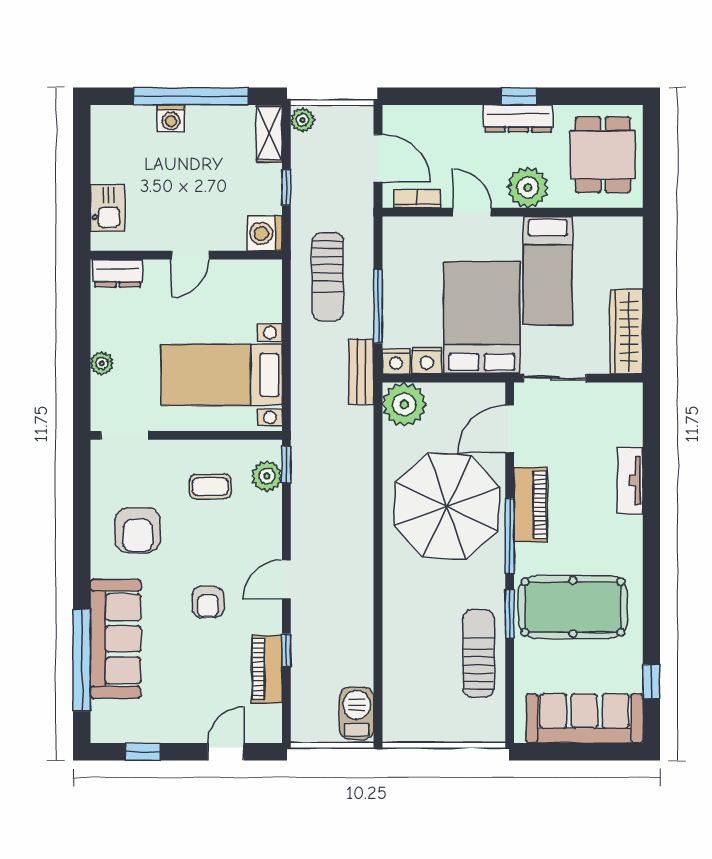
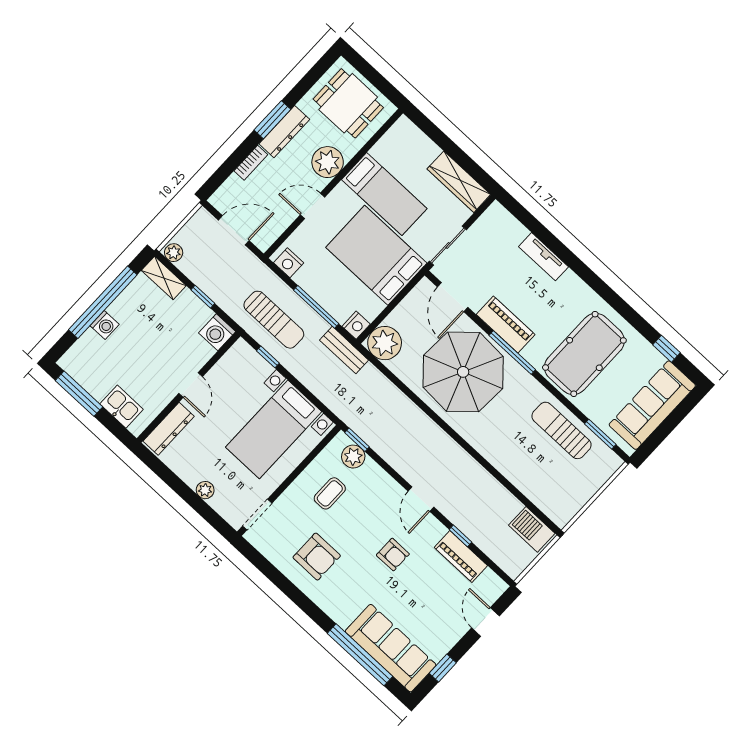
window: (519, 96) -> (272, 120), width x1.50
window: (82, 155) -> (79, 394), added
bookcase: (417, 199) -> (251, 163), moved, turned 180
dresser: (118, 273) -> (169, 429), width x1.44
window: (286, 304) -> (268, 357), added
nightstand: (427, 360) -> (289, 263), moved, turned 90
window: (510, 614) -> (600, 434), moved
sofa: (116, 639) -> (391, 648), moved

